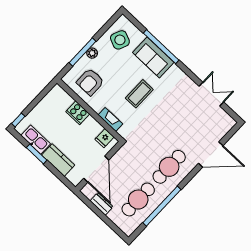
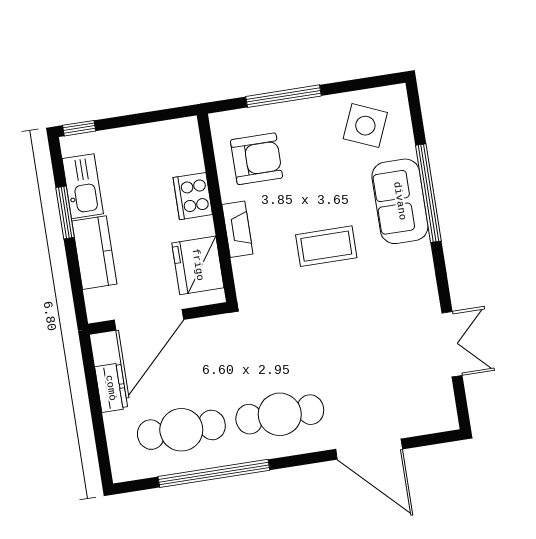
plant: (92, 53) -> (299, 111), removed
armchair: (90, 82) -> (257, 159), turned 180
fireplace: (110, 119) -> (237, 229), moved
fridge: (104, 138) -> (198, 265), width x1.88, depth x1.34

